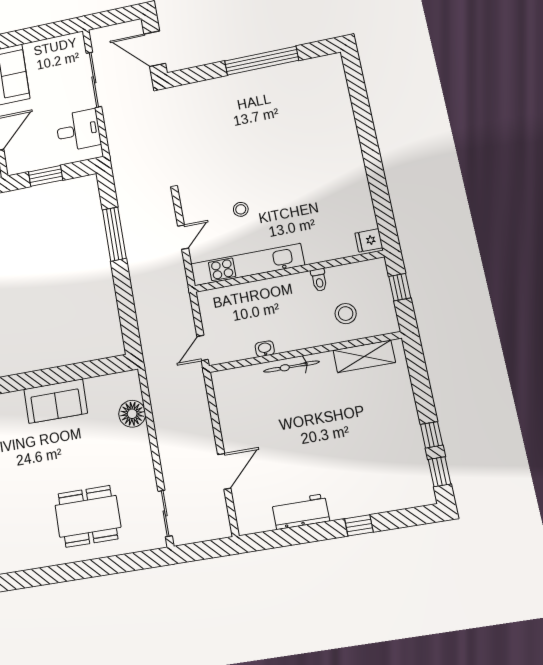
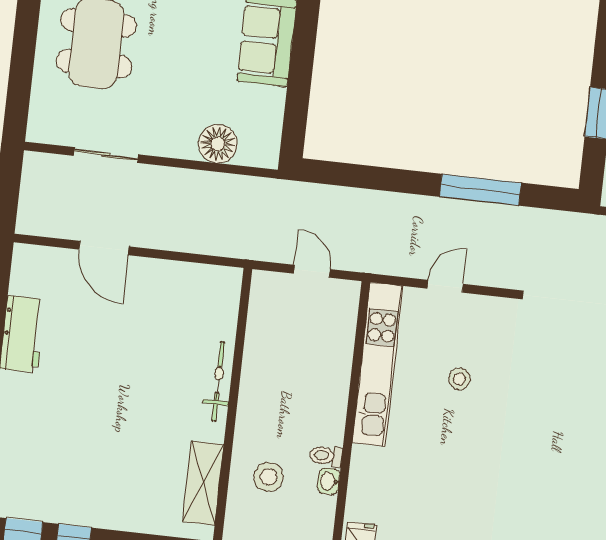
door: (183, 237) -> (445, 286), swing flipped
door: (203, 348) -> (312, 271), moved
washbasin: (265, 349) -> (329, 481), moved, turned 180
sliding door: (165, 513) -> (106, 155), moved

